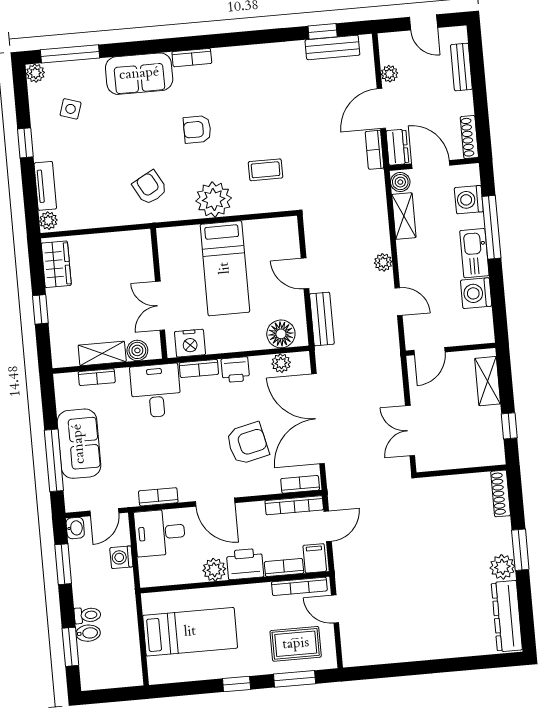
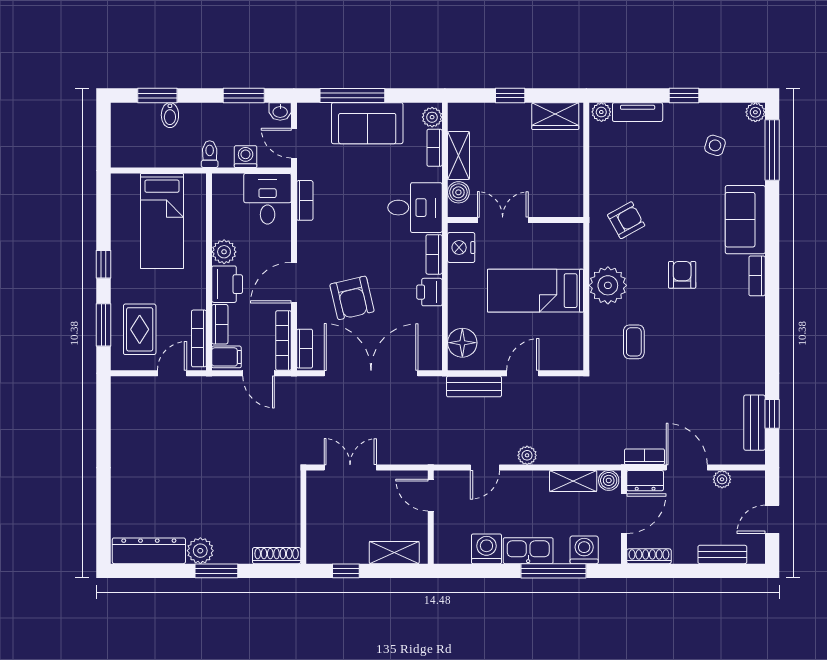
plant: (281, 363) -> (432, 117), moved
door: (215, 502) -> (294, 283), moved
toilet: (87, 615) -> (210, 154), moved, turned 180

